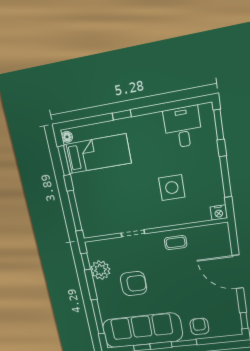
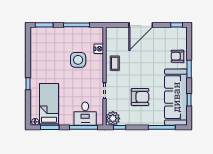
desk: (183, 127) -> (85, 114), moved, turned -90
nightstand: (219, 212) -> (99, 49), moved
plant: (100, 270) -> (113, 118), moved
armchair: (134, 284) -> (140, 97), turned 90

